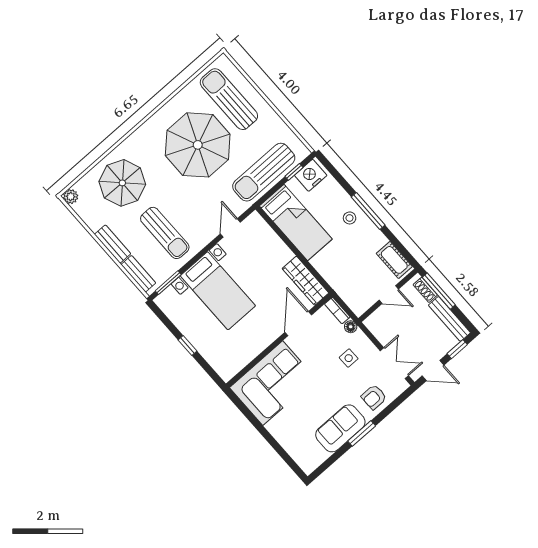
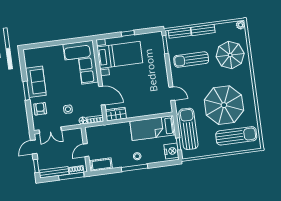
wardrobe: (305, 281) -> (116, 114), width x0.67
bed with nightstands: (218, 291) -> (120, 55), moved, turned 180

